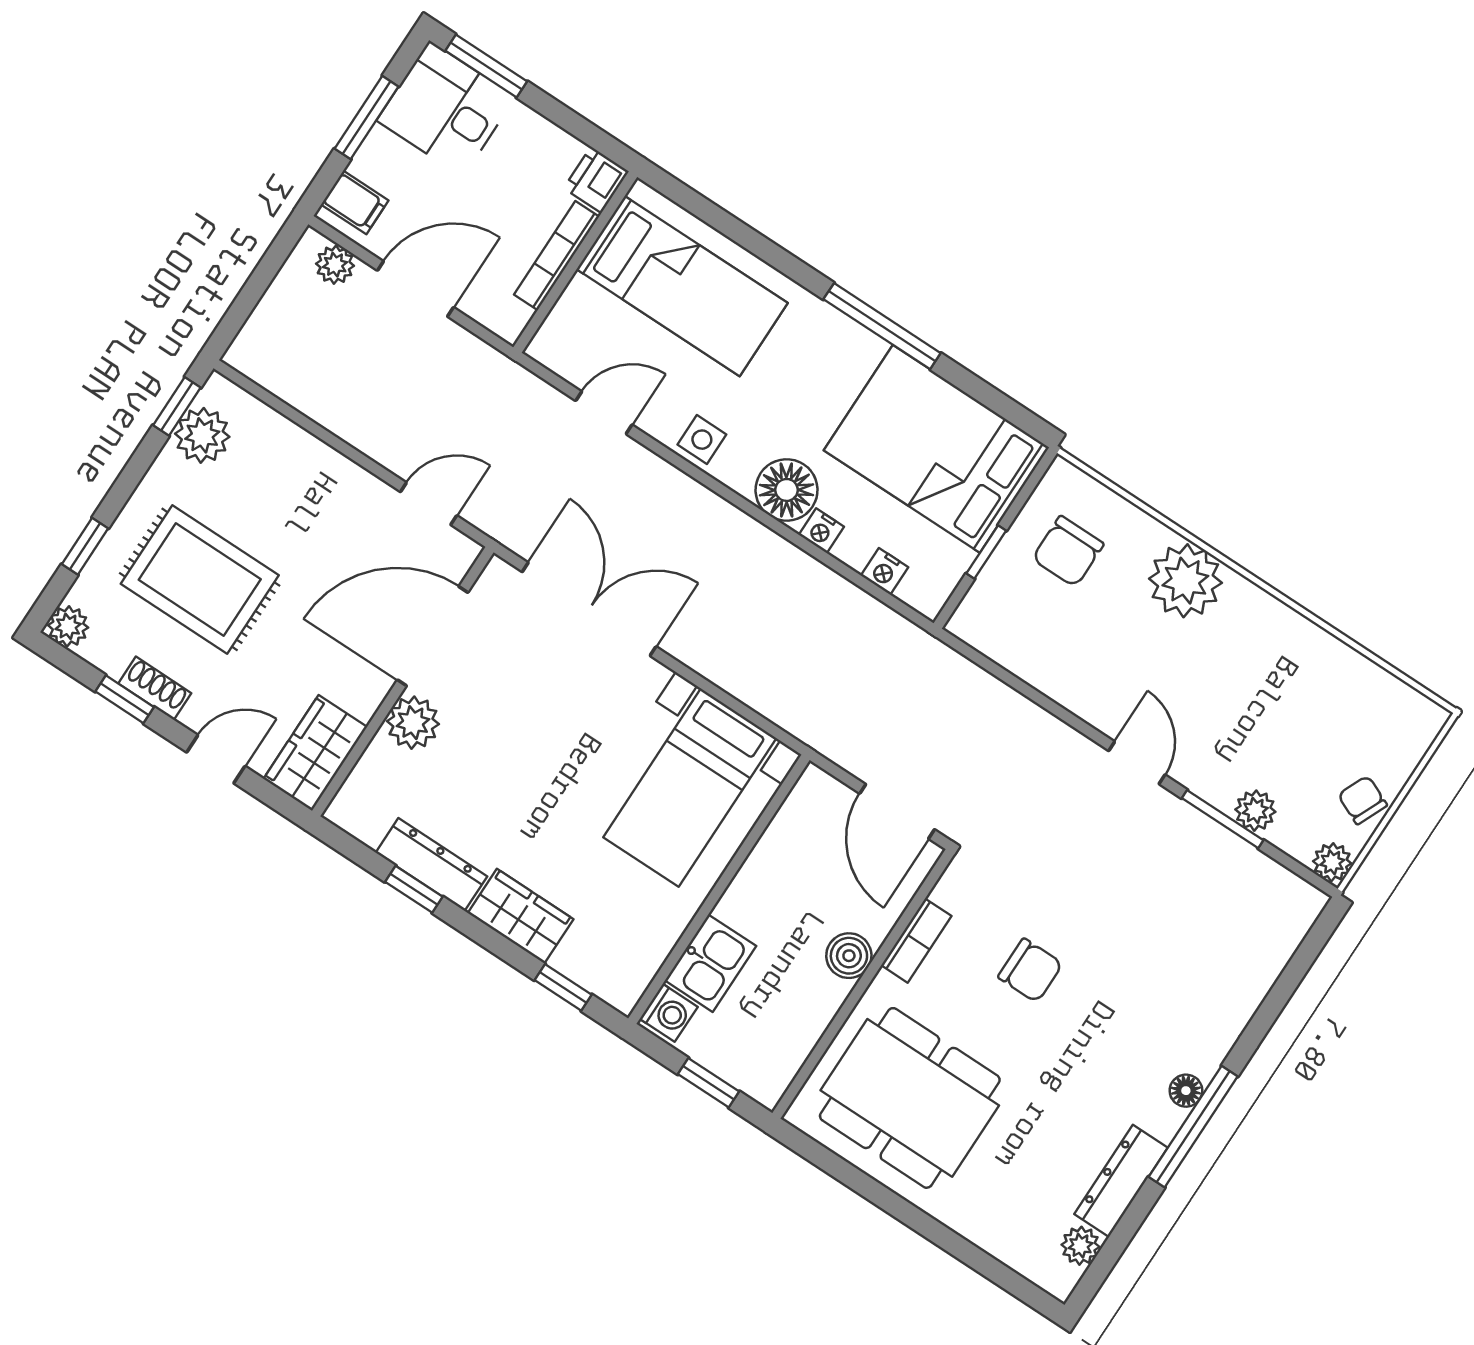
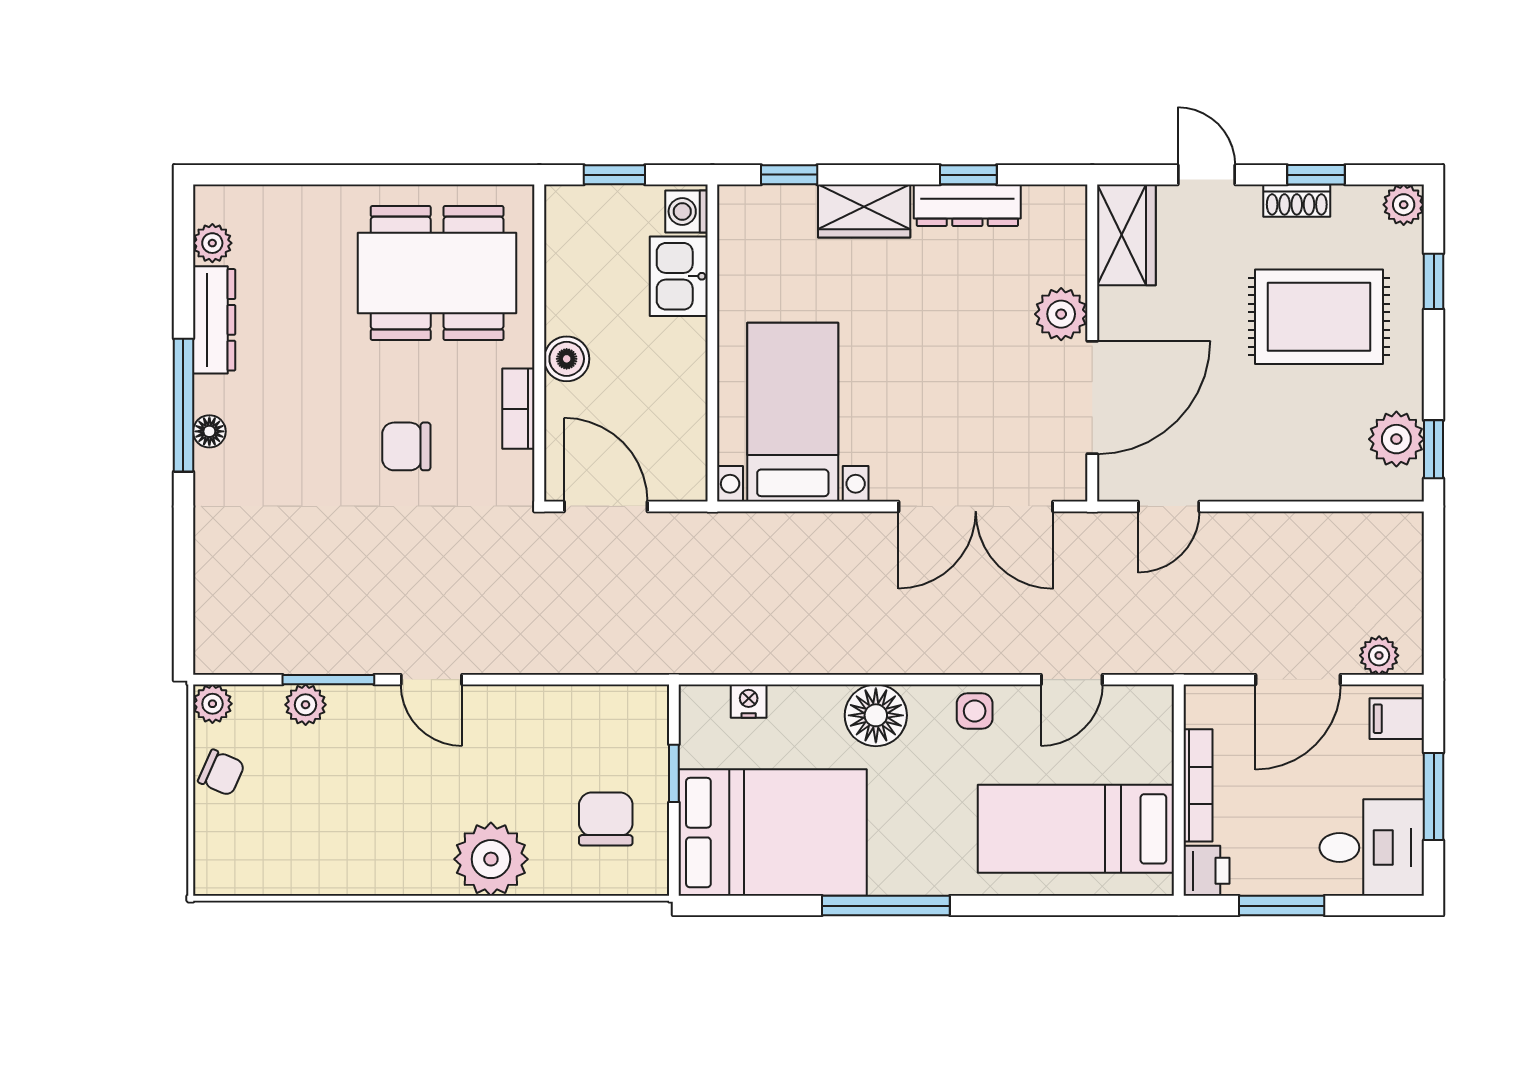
window: (486, 66) -> (1282, 906), moved
nightstand: (821, 531) -> (824, 700), removed
door: (216, 759) -> (1206, 175), swing flipped

